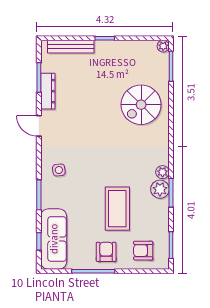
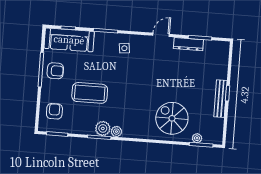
plant: (163, 46) -> (197, 138), moved
bench: (71, 47) -> (220, 99), moved
armchair: (106, 252) -> (55, 71), moved

